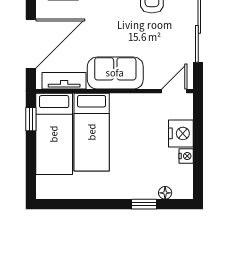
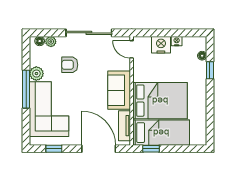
bed: (92, 132) -> (160, 101), width x1.50

